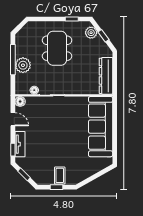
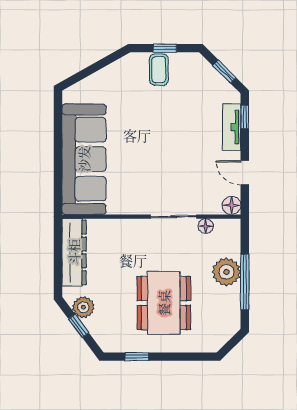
plant: (91, 33) -> (83, 307), moved

